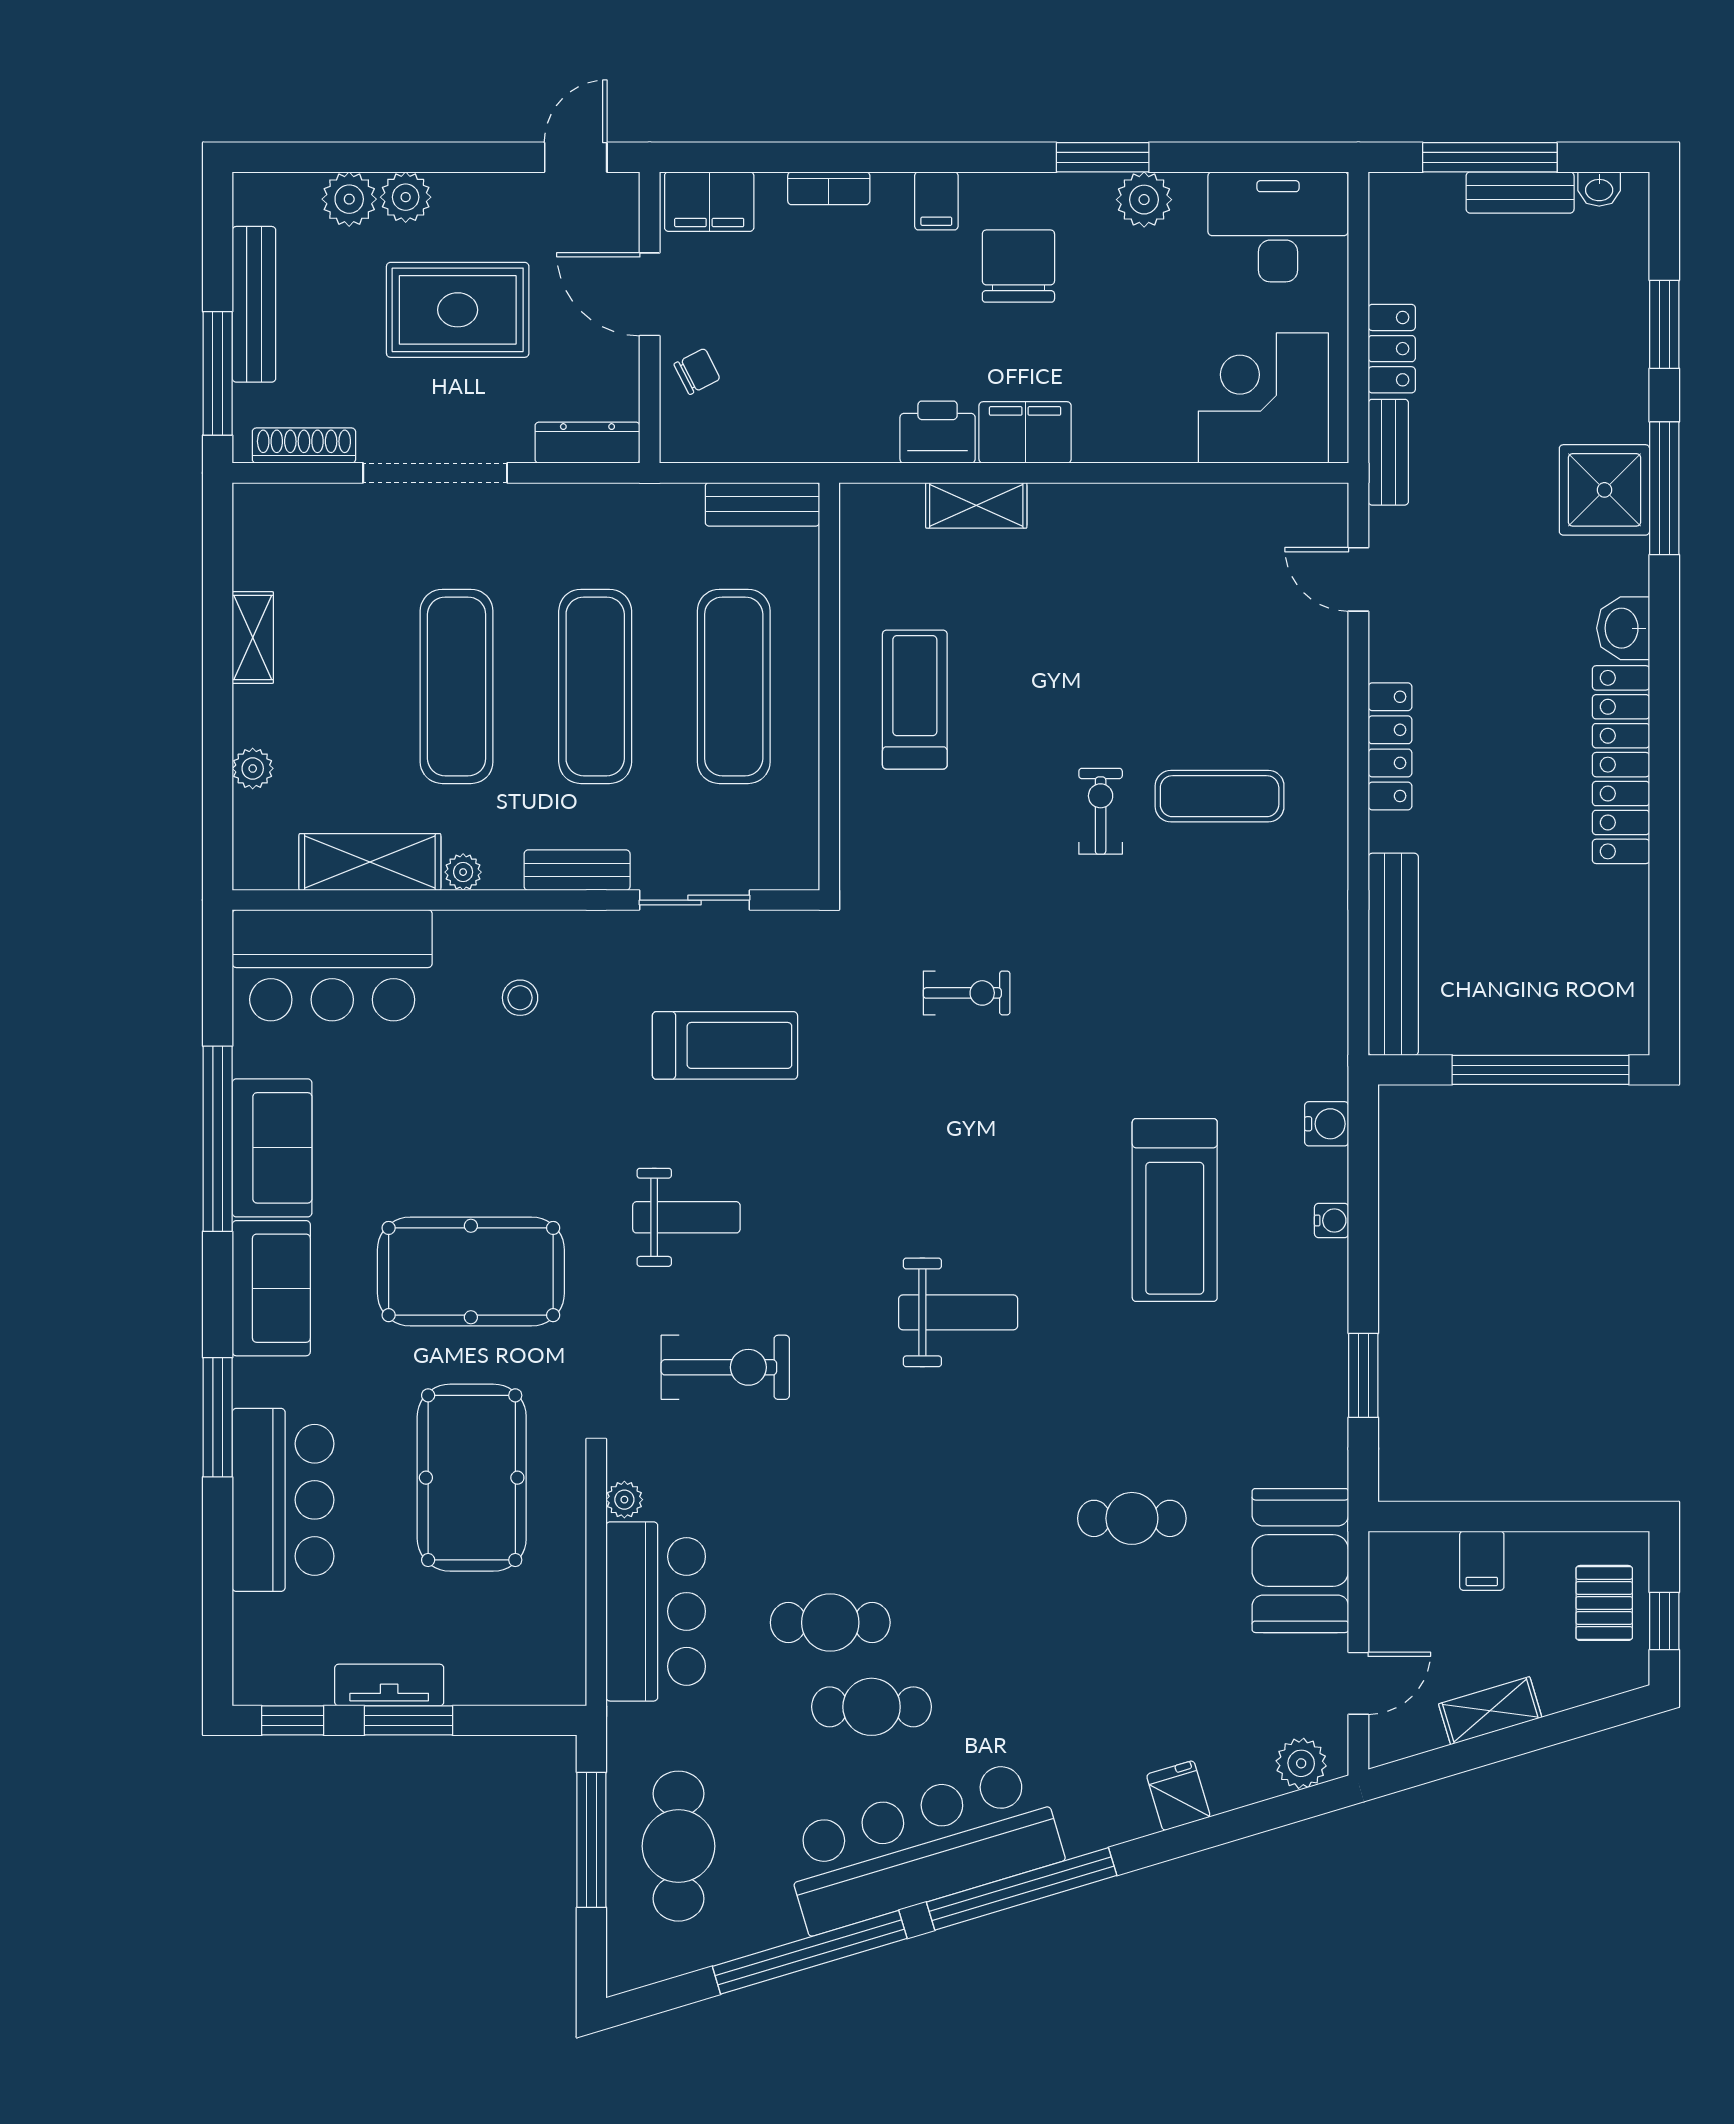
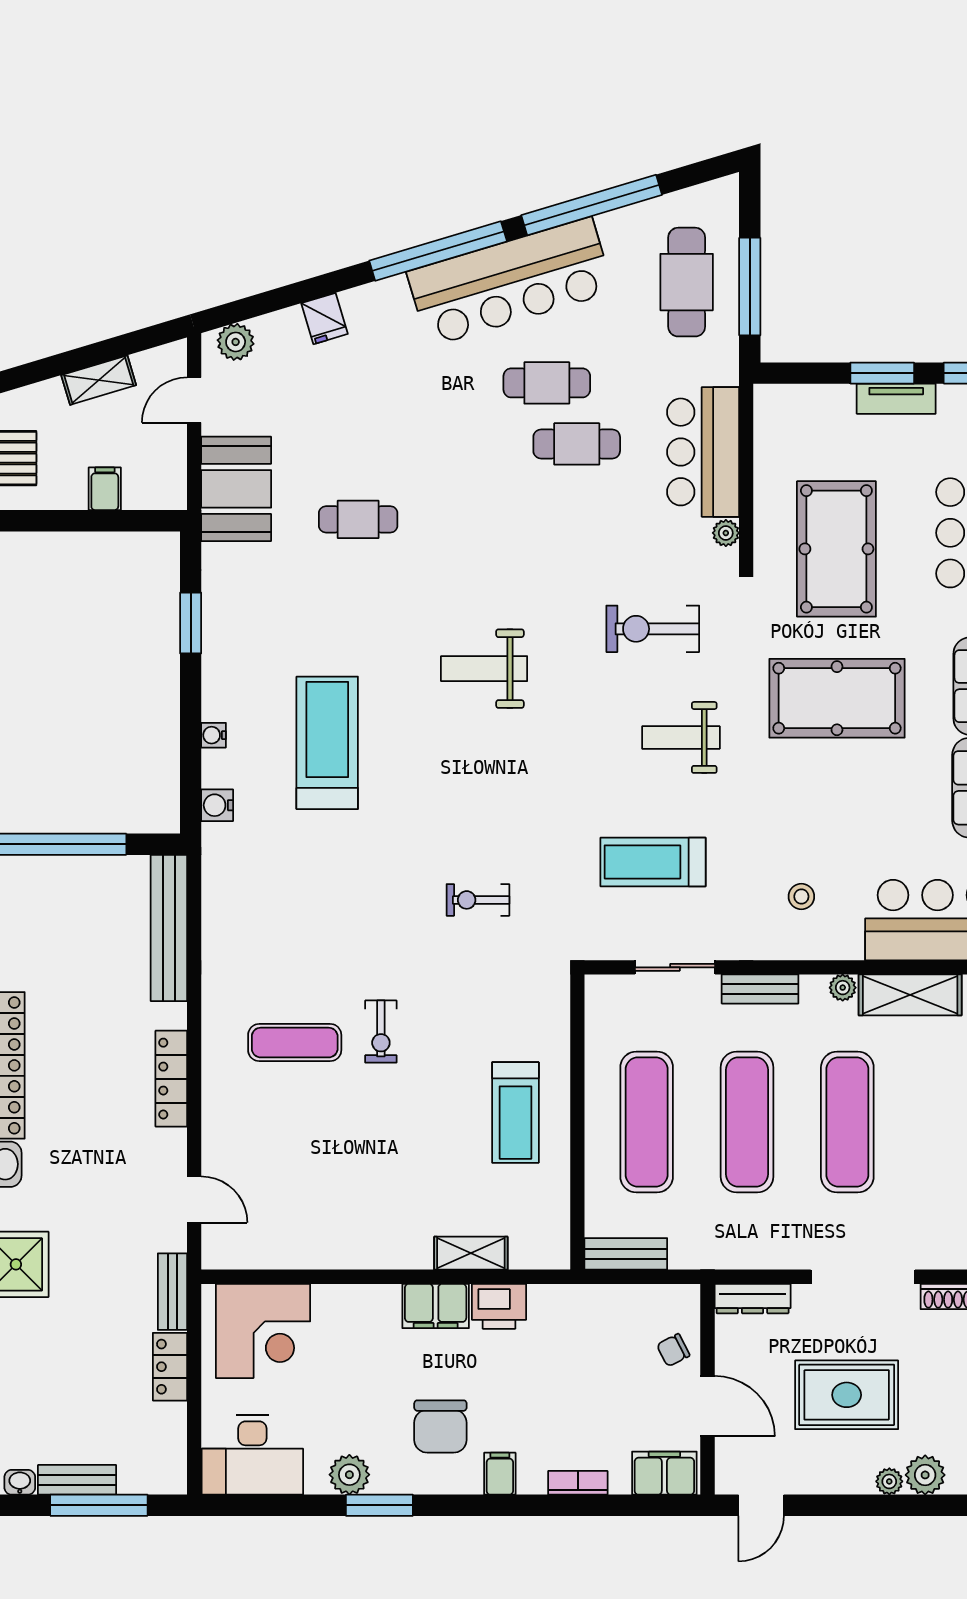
plant: (406, 197) -> (889, 1481), width x0.73, depth x0.73

